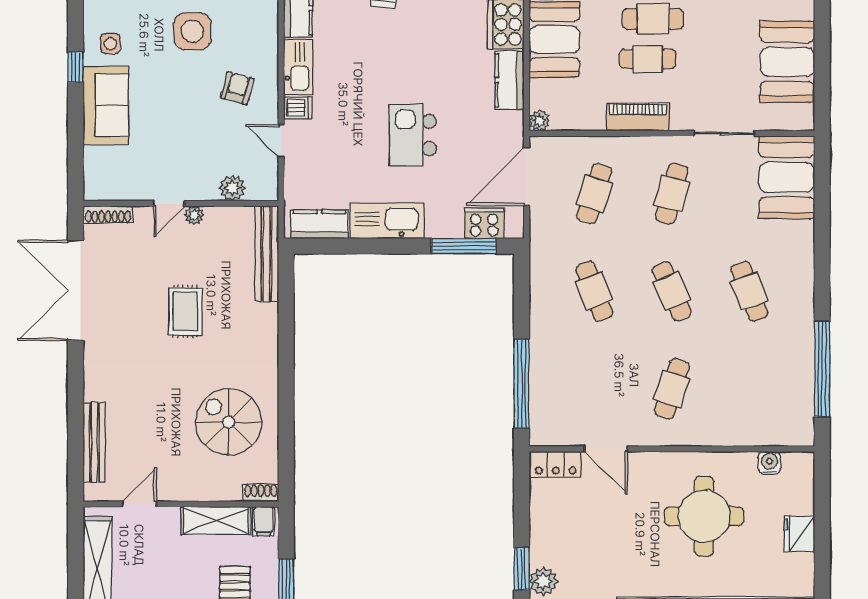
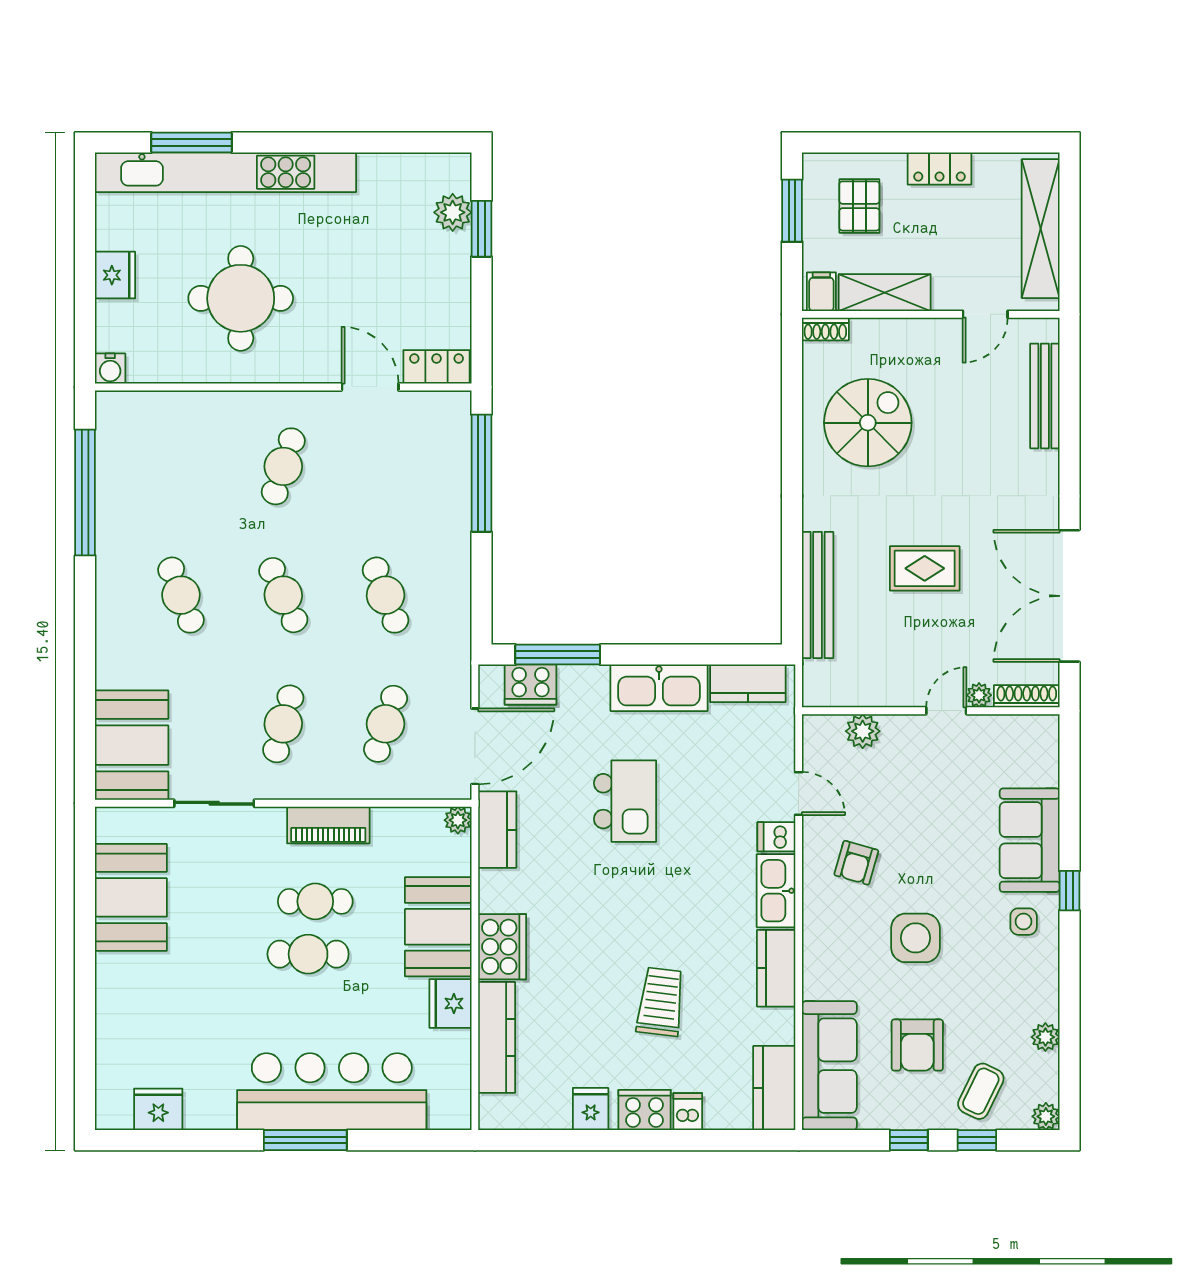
kitchen counter: (510, 80) -> (497, 830), moved
plant: (194, 215) -> (979, 695), moved
bench: (267, 254) -> (818, 595), moved
double door: (76, 291) -> (1069, 596), swing flipped
rug: (185, 311) -> (925, 568), turned 90
spiral stairs: (229, 422) -> (868, 423), turned -90
water cooler: (769, 463) -> (110, 369), moved

